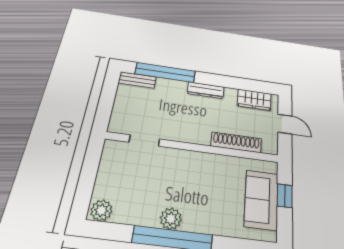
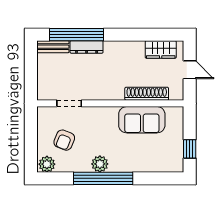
dresser: (206, 90) -> (87, 47), moved
armchair: (130, 182) -> (64, 140), added
window: (285, 196) -> (190, 149), moved
sofa: (261, 200) -> (142, 120), moved, turned -90

